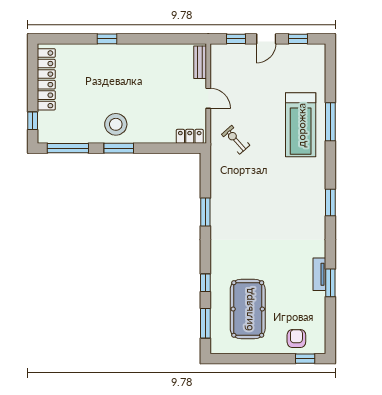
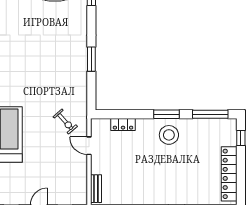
door: (208, 98) -> (89, 146), moved
locker: (190, 136) -> (123, 125), moved

